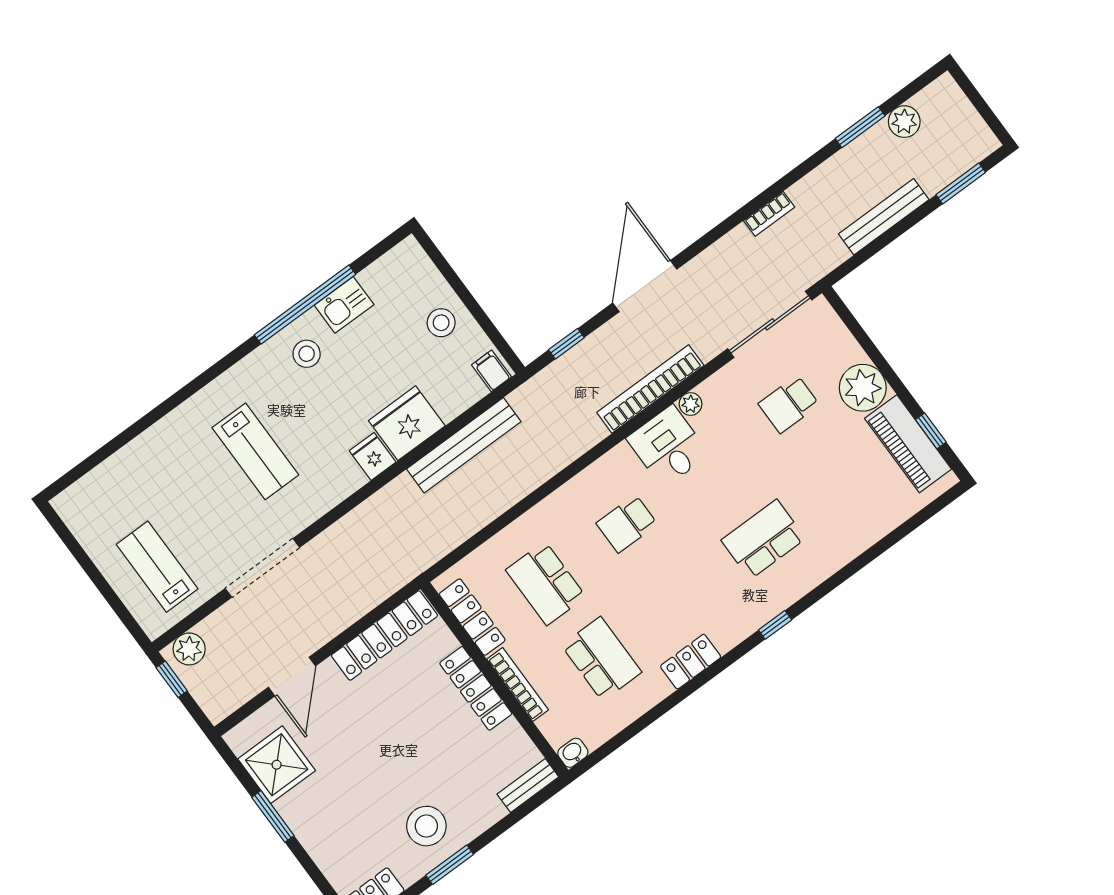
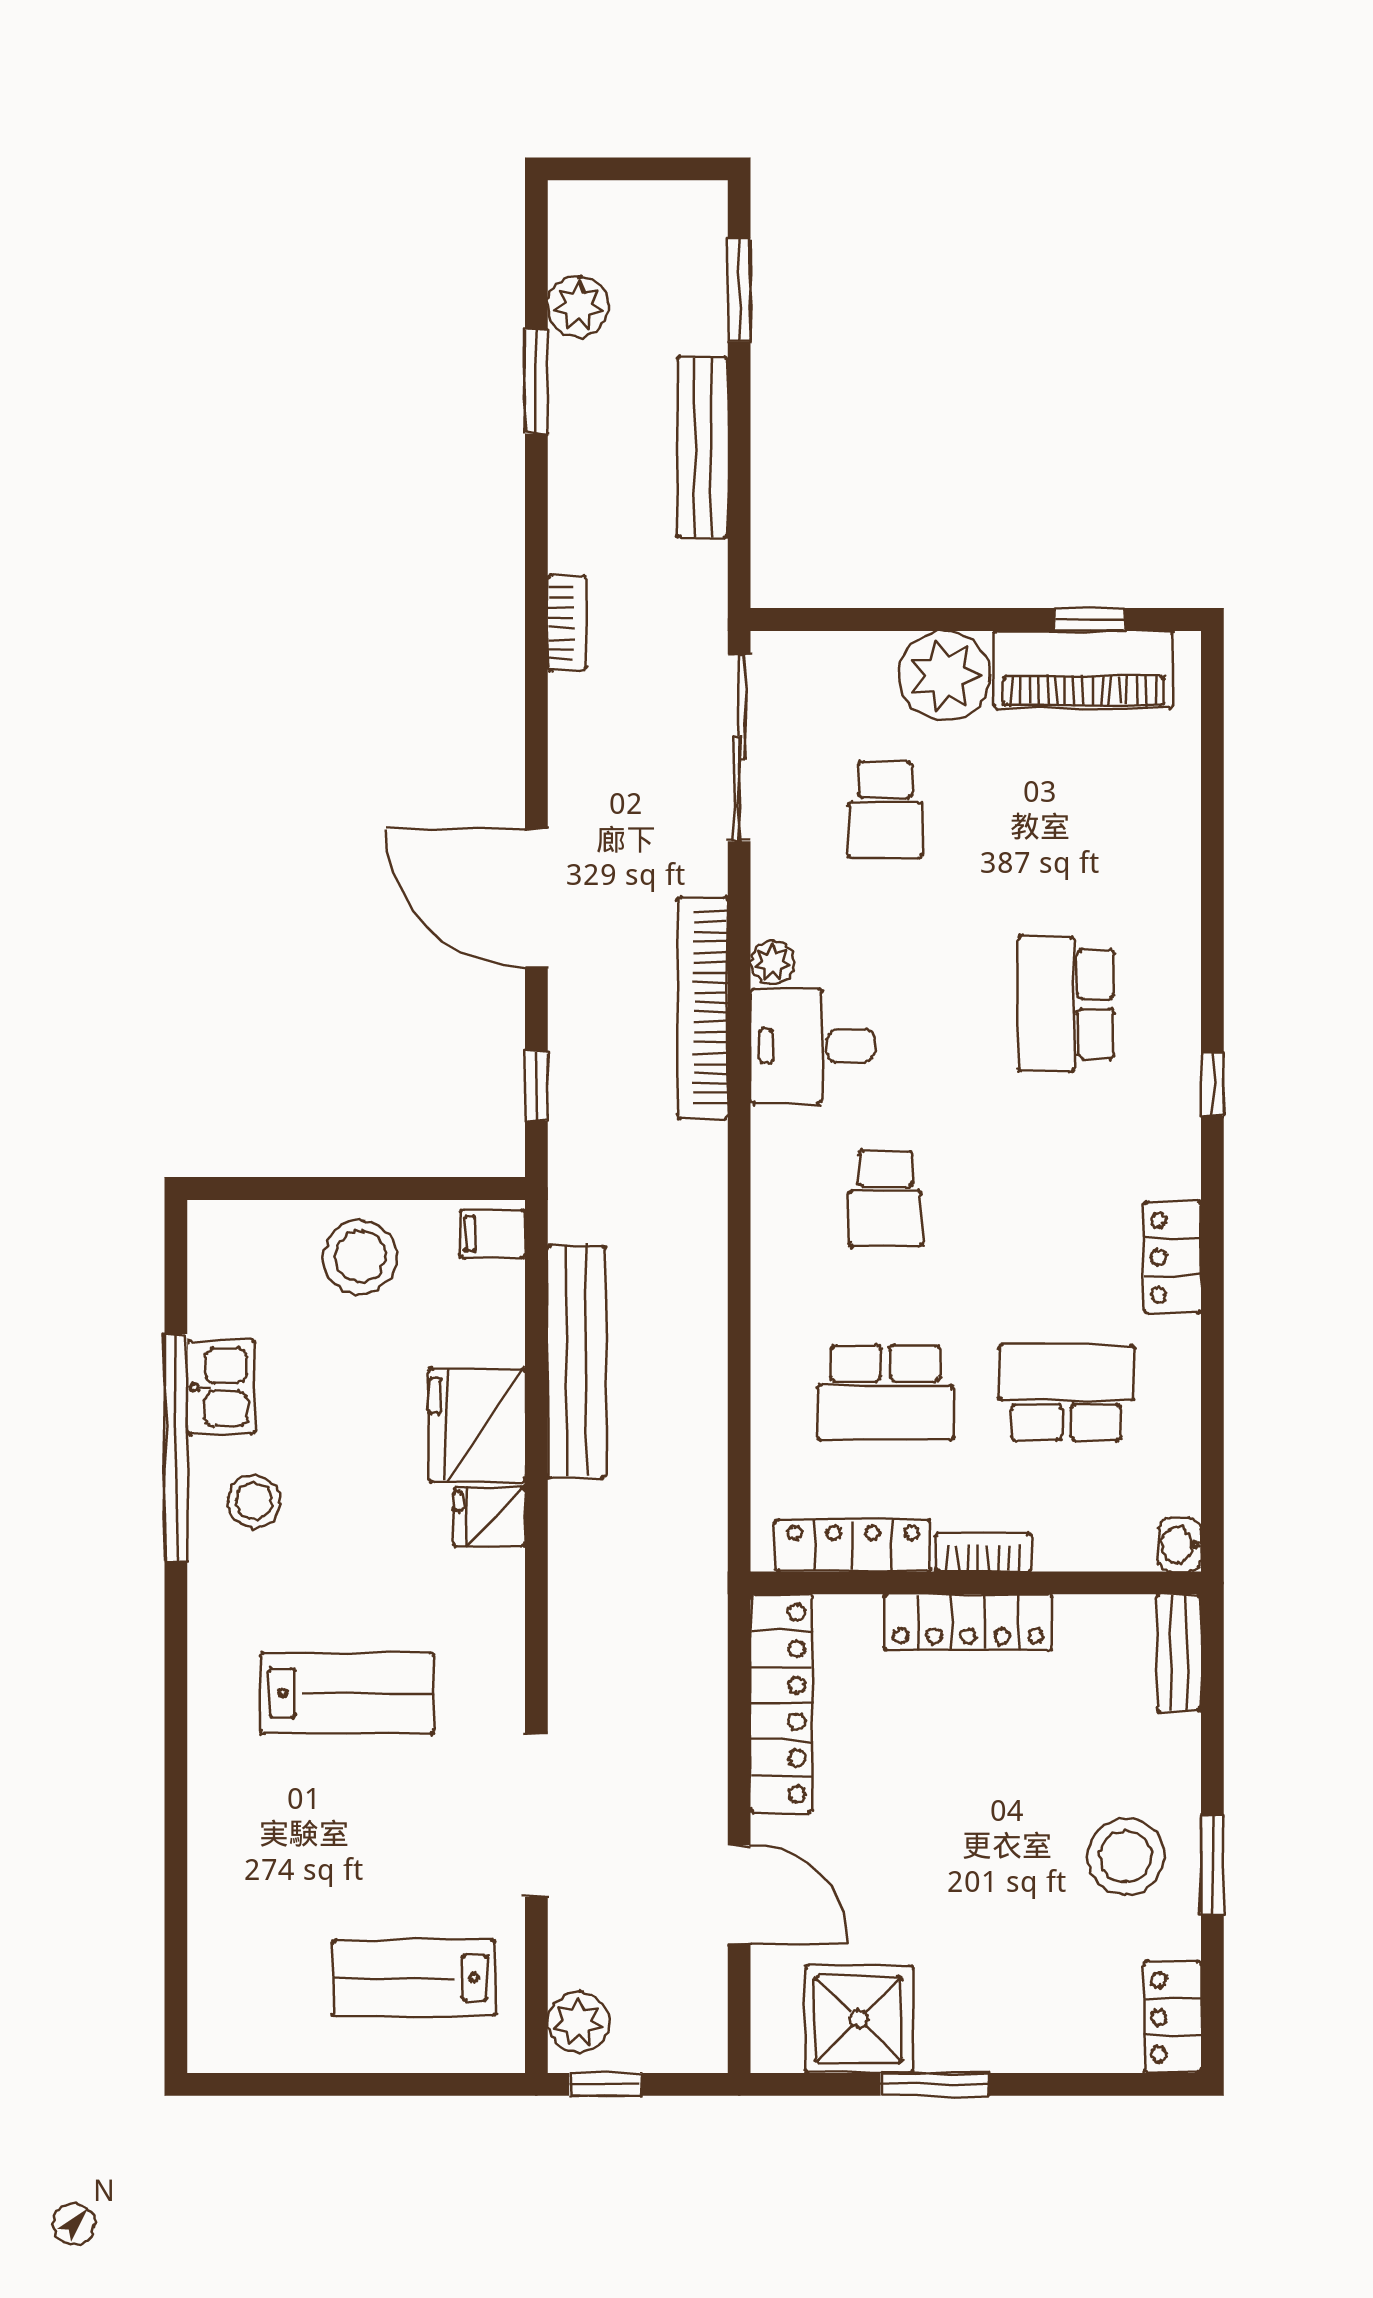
stool: (441, 323) -> (360, 1257), width x1.38, depth x1.38
bookcase: (518, 685) -> (983, 1552), width x0.64

